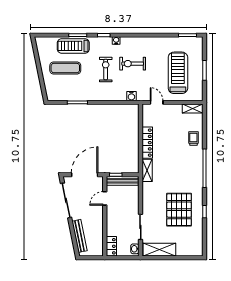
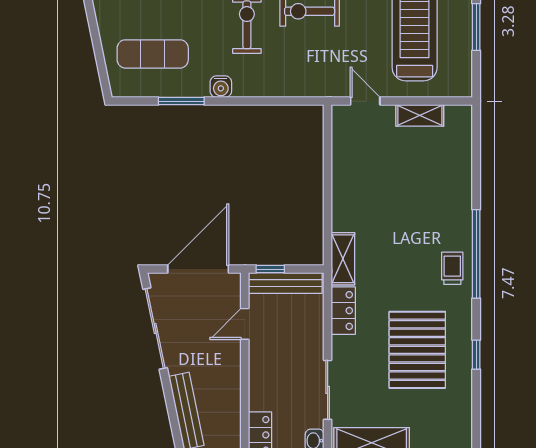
exercise mat: (65, 68) -> (153, 54), moved
water cooler: (131, 96) -> (221, 87), moved
shelving: (193, 109) -> (420, 115), moved
trolley: (193, 138) -> (452, 268), moved
locker: (147, 143) -> (343, 311), moved, width x0.66

